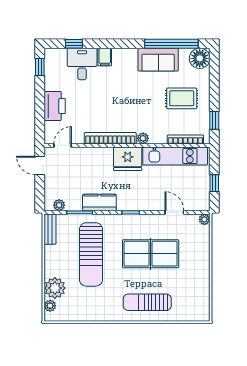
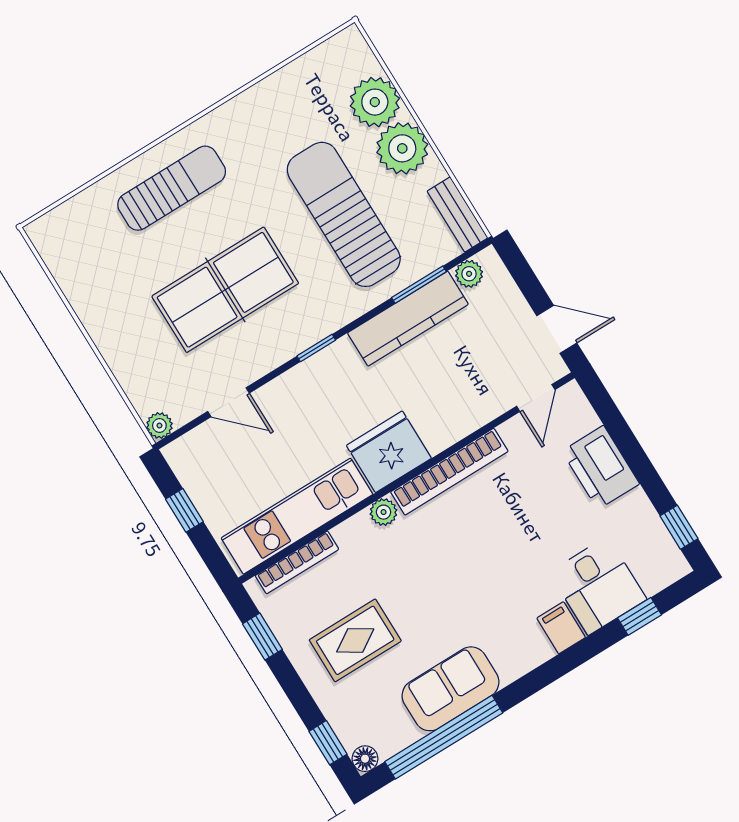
floor lamp: (200, 58) -> (365, 759), width x0.53, depth x0.53
window: (214, 68) -> (328, 743), added
kitchen counter: (99, 203) -> (408, 319), width x1.50
plant: (50, 306) -> (402, 148), moved, width x1.88, depth x1.88

